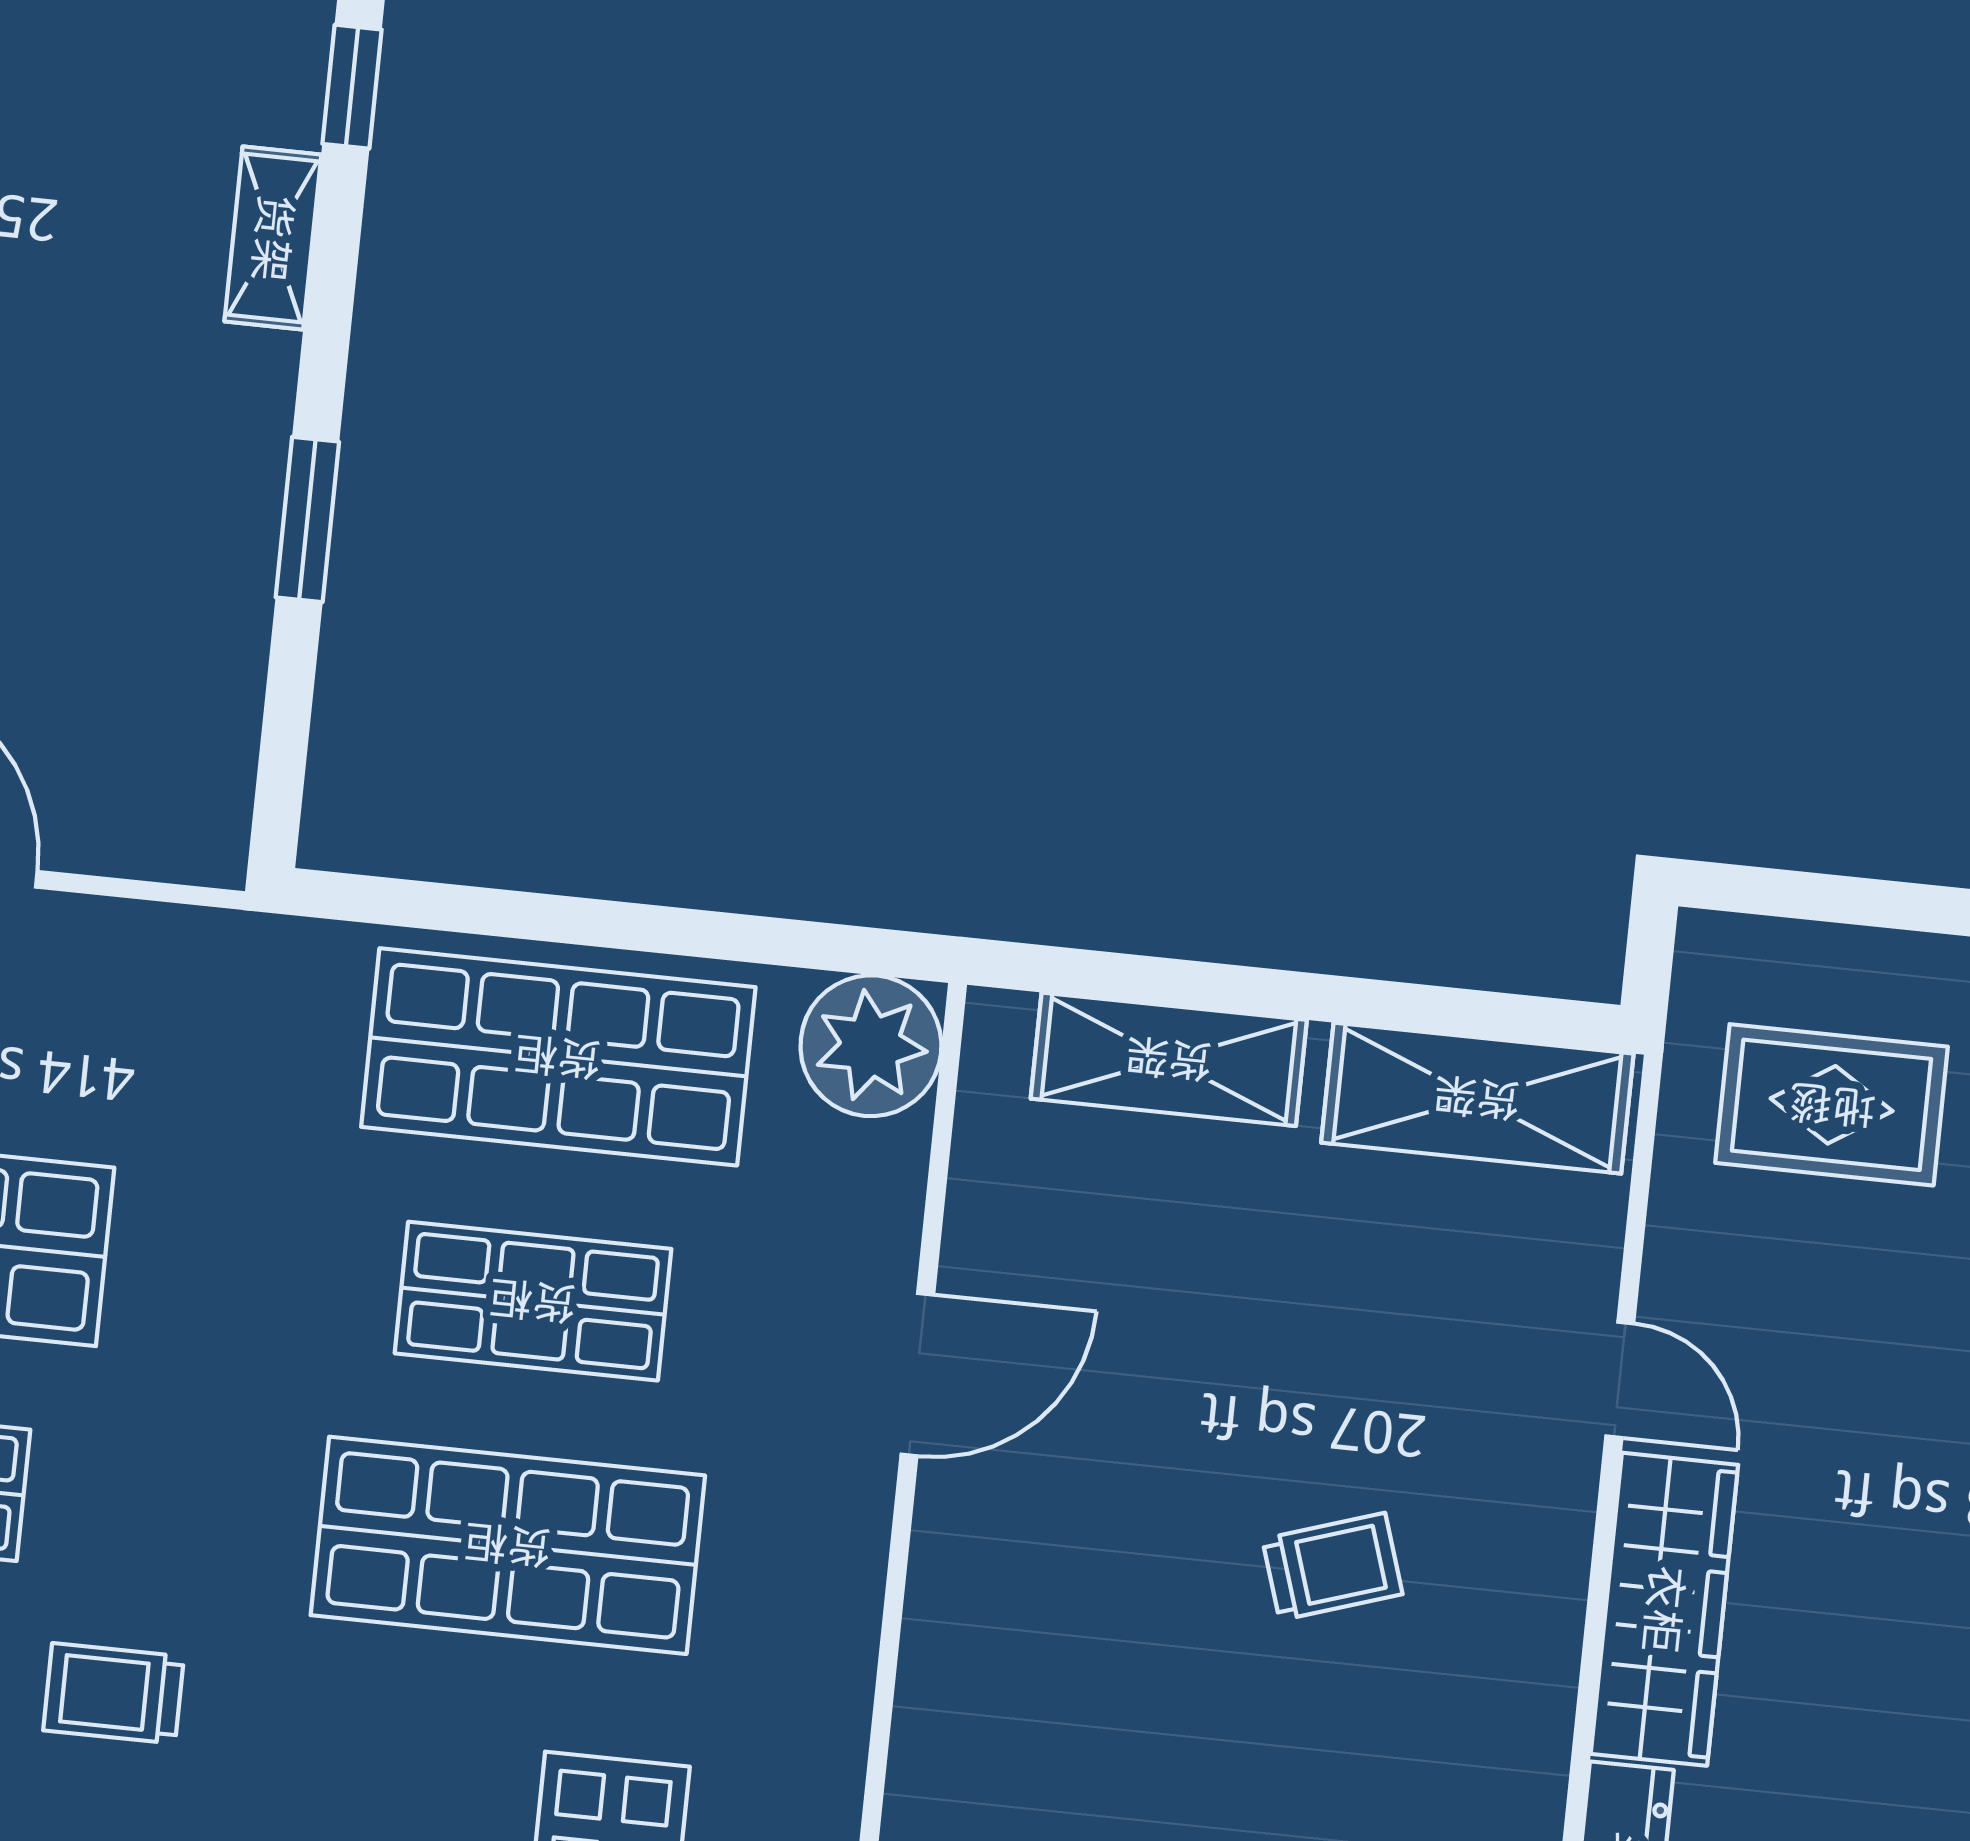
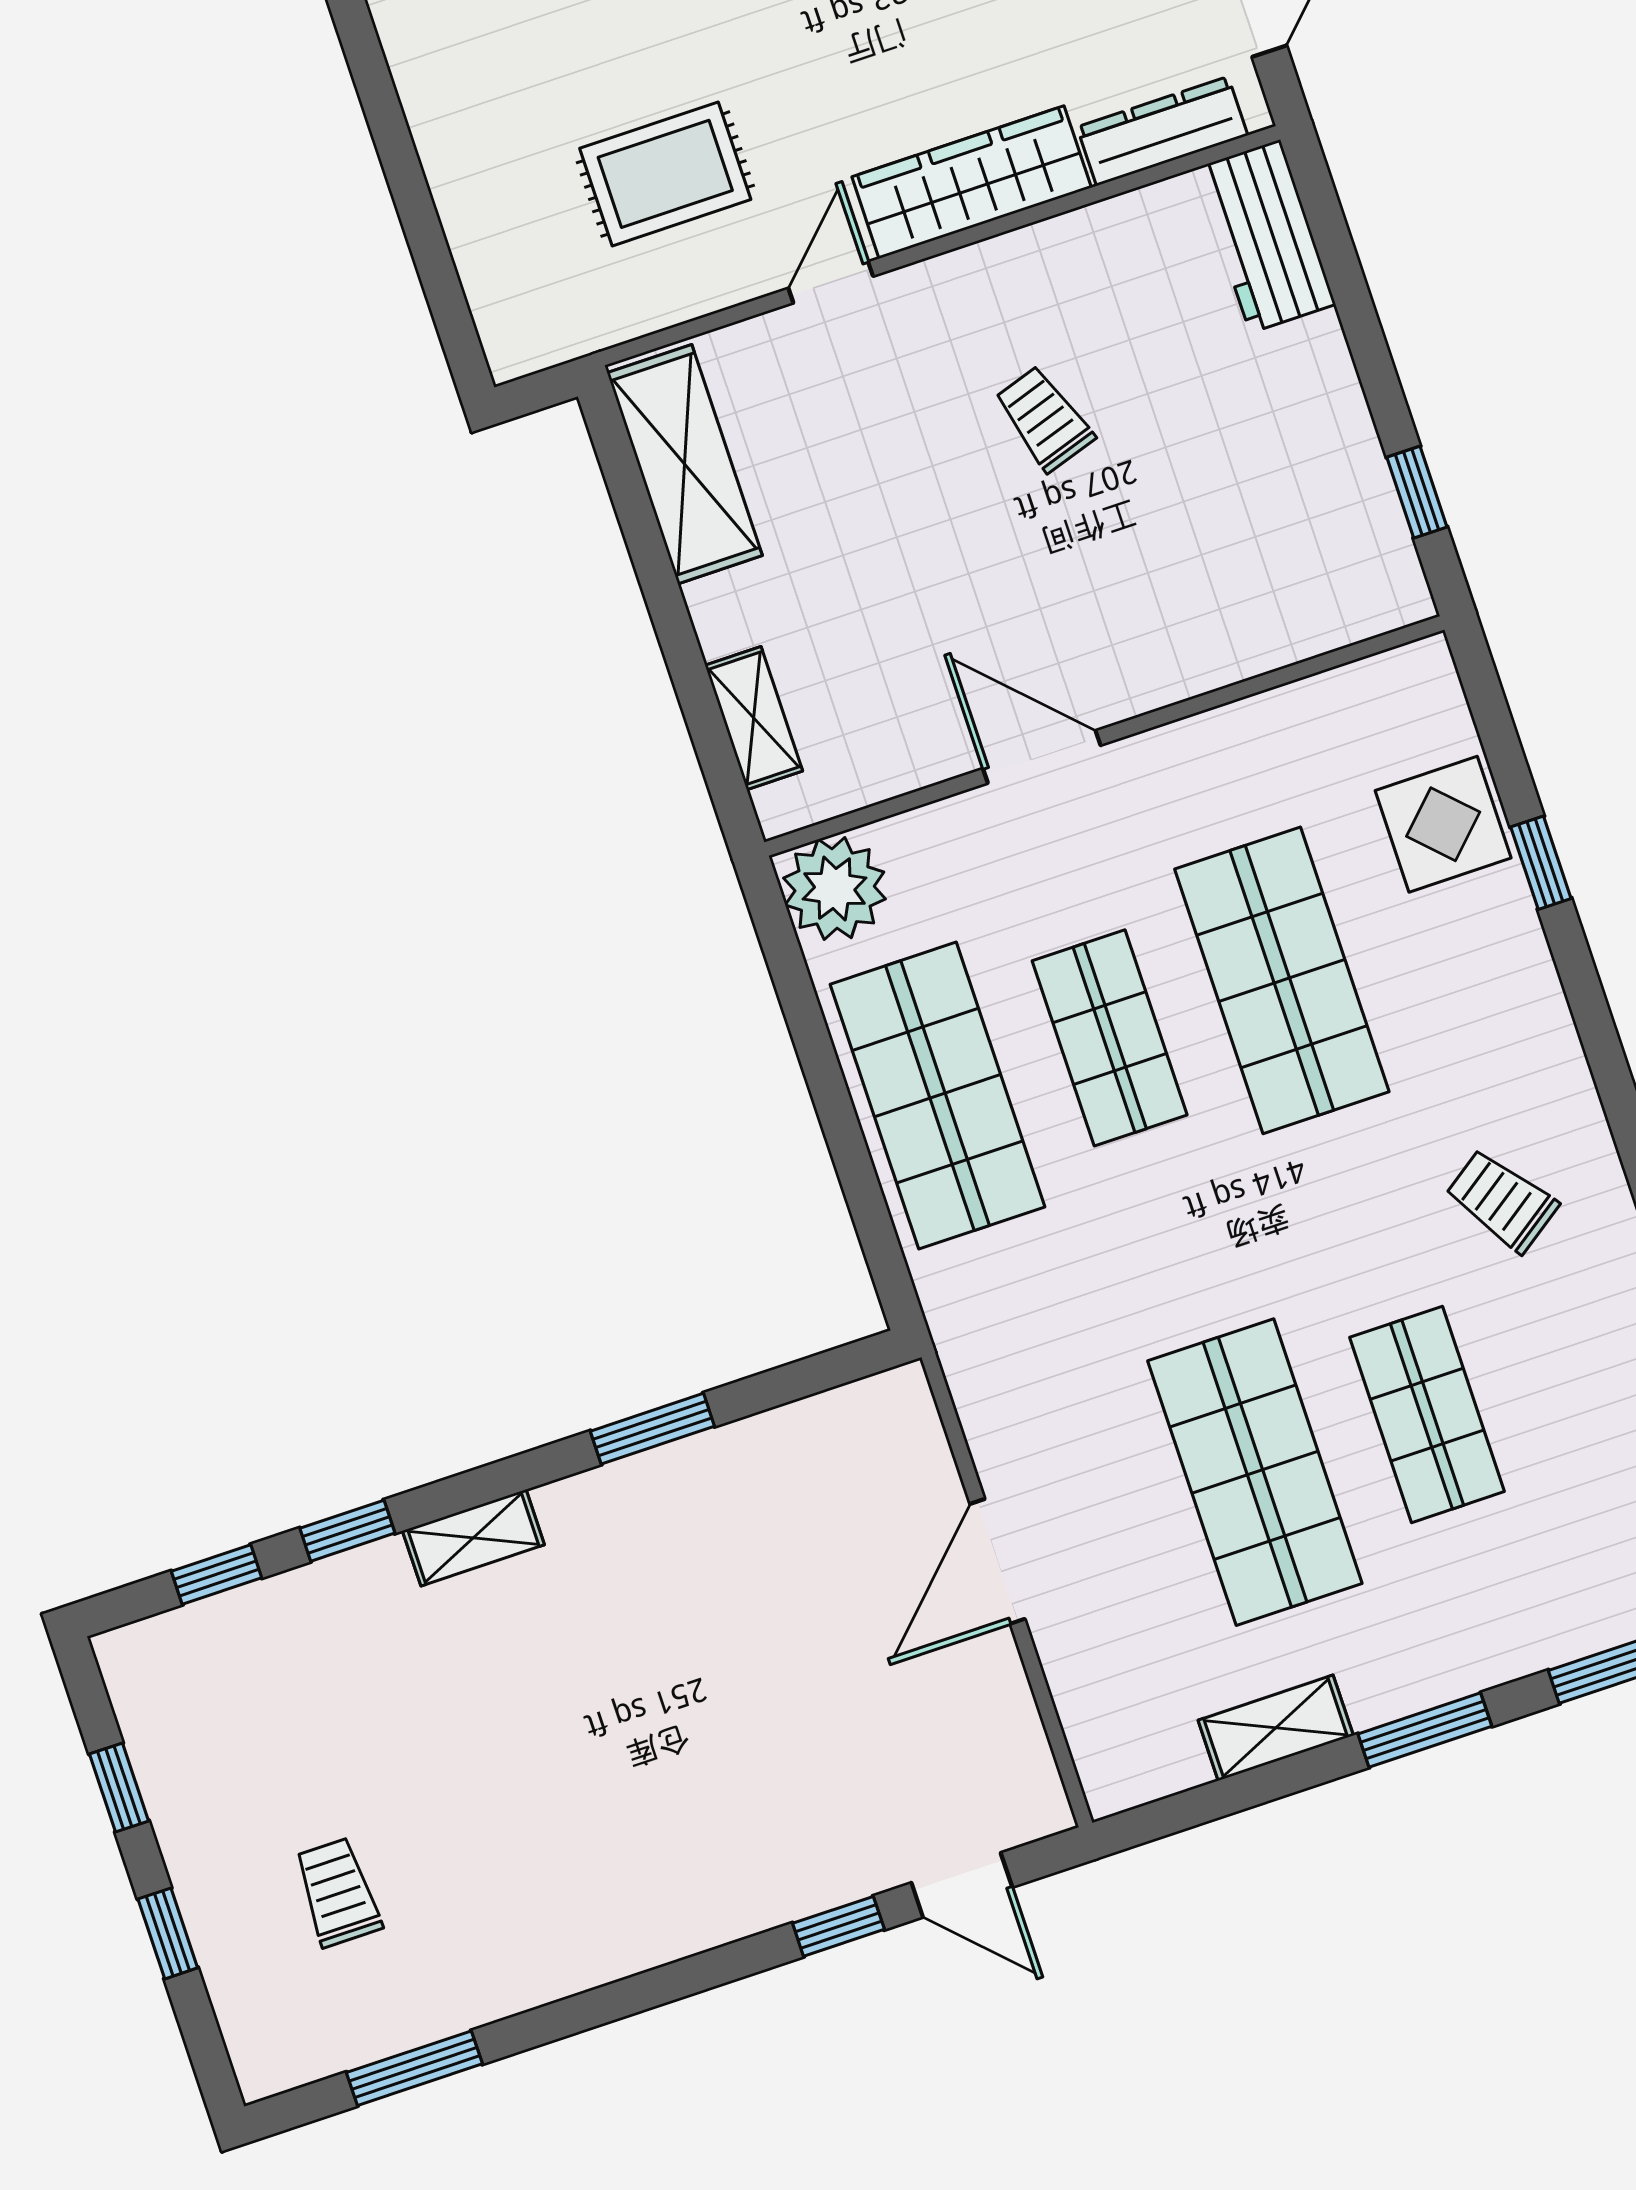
shelving: (1169, 1059) -> (754, 718), width x0.67, depth x0.75
rug: (1832, 1105) -> (665, 174), moved, turned 90
trolley: (114, 1693) -> (1502, 1201), turned 145

